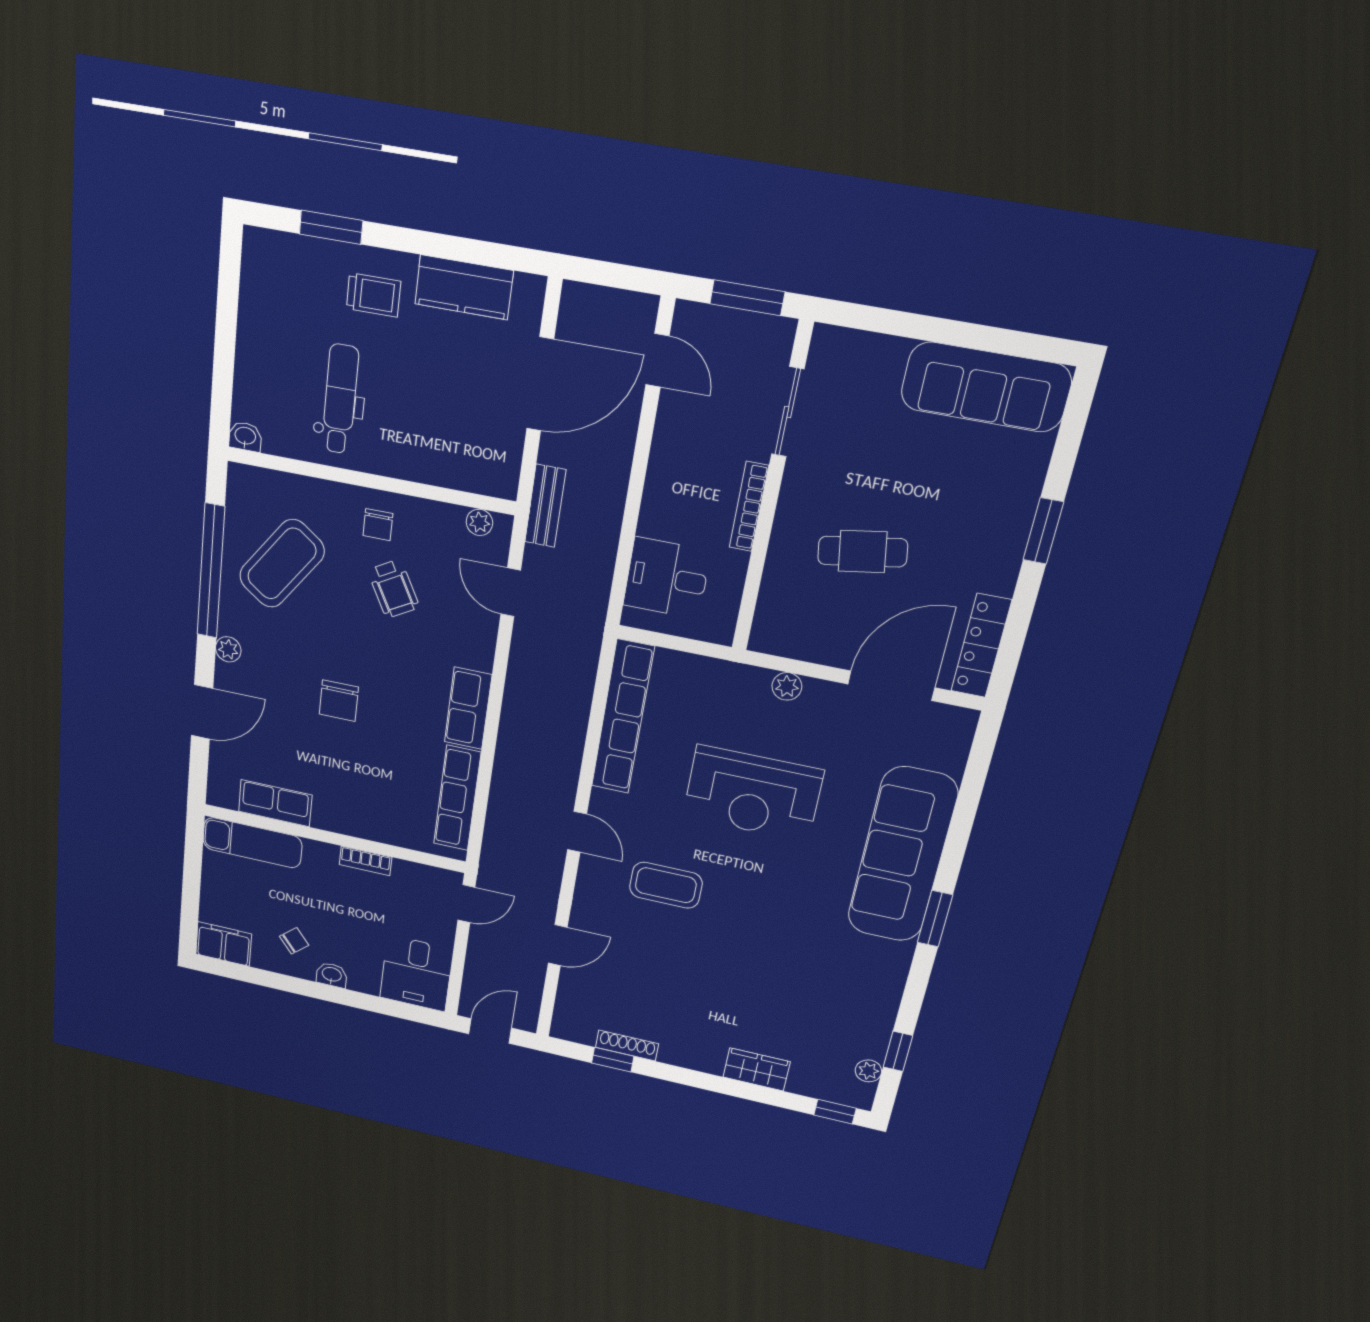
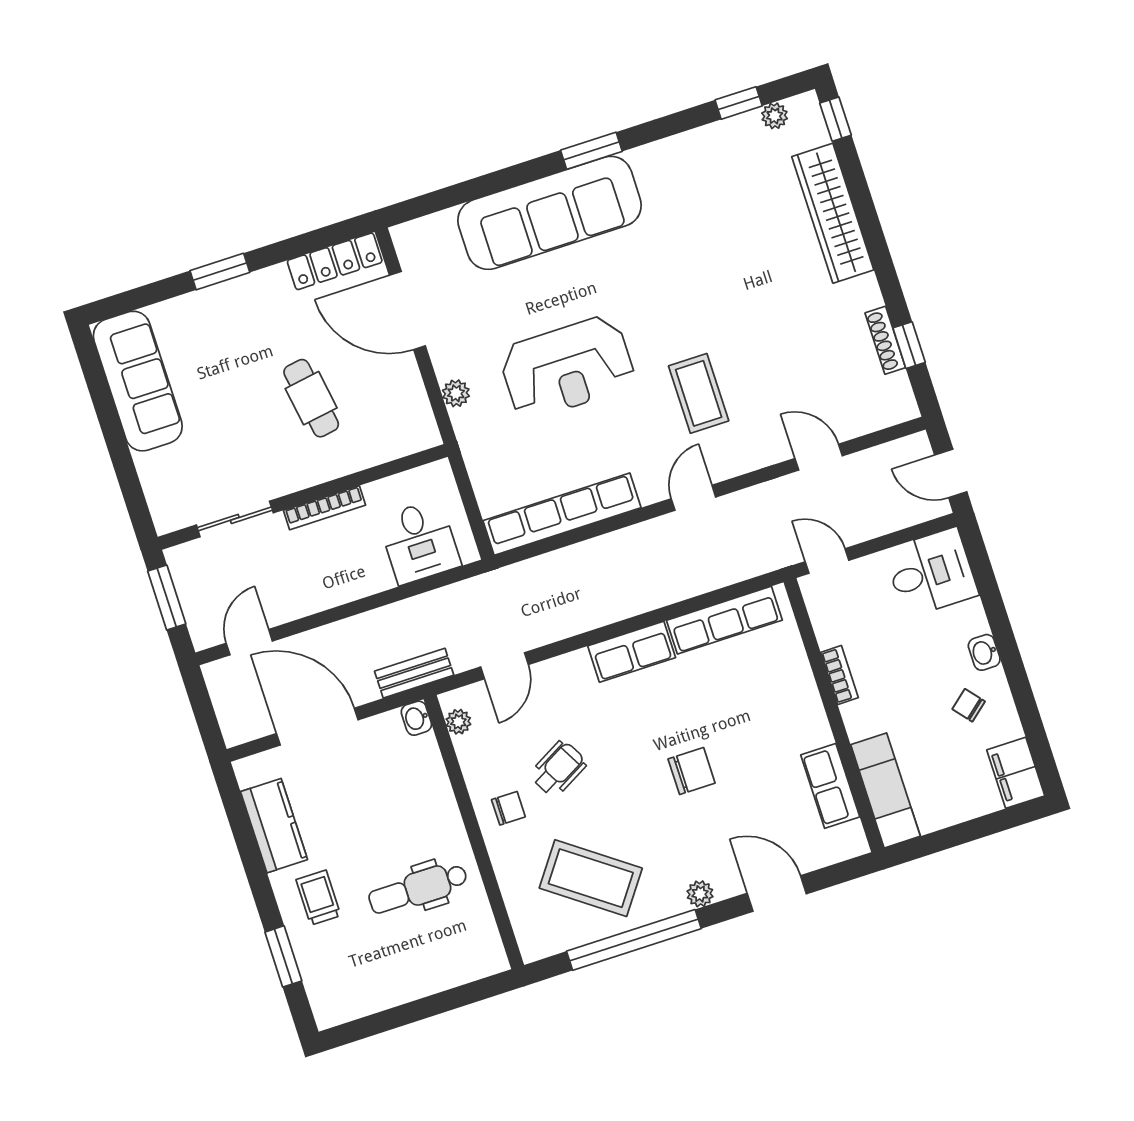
washbasin: (245, 436) -> (416, 718), moved
reception desk: (753, 794) -> (567, 368), turned 90
wardrobe: (757, 1069) -> (833, 213), width x2.10, depth x1.17

